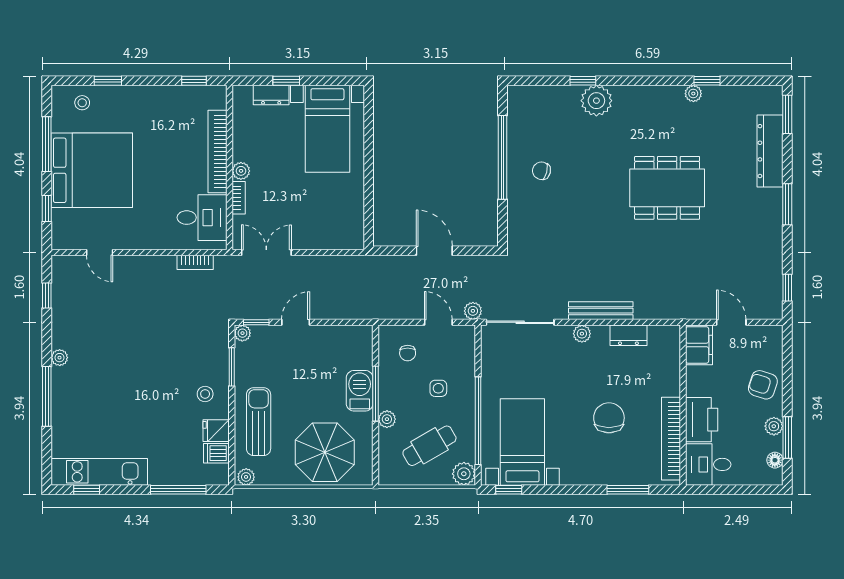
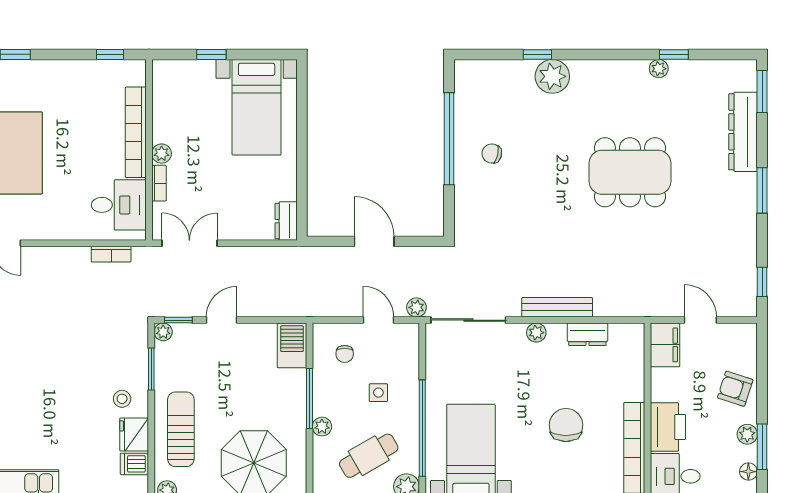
dresser: (271, 95) -> (286, 221), moved, turned 90
barbecue: (360, 391) -> (292, 345), moved
fridge: (216, 431) -> (134, 434), width x1.38

